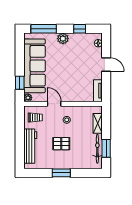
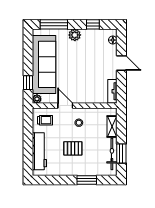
window: (61, 173) -> (87, 180), moved

